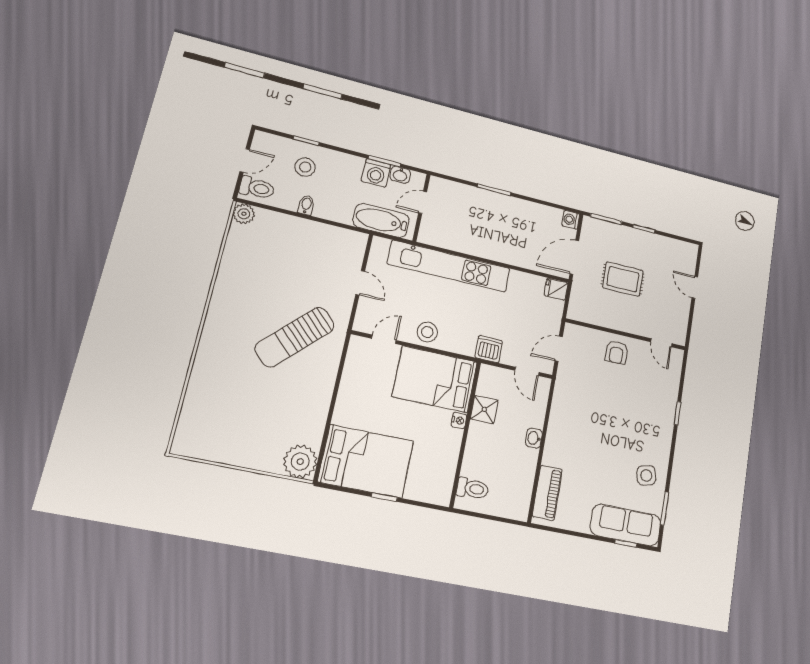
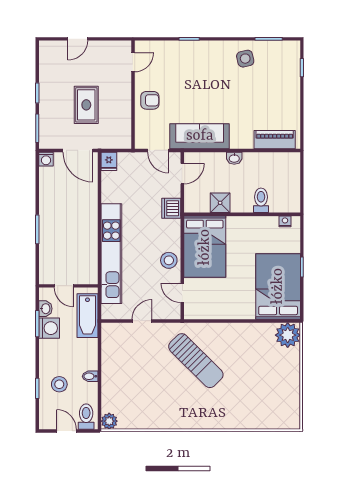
nightstand: (459, 420) -> (285, 221), moved
toilet: (473, 489) -> (261, 200), moved
sofa: (626, 525) -> (200, 136), moved, turned 90

